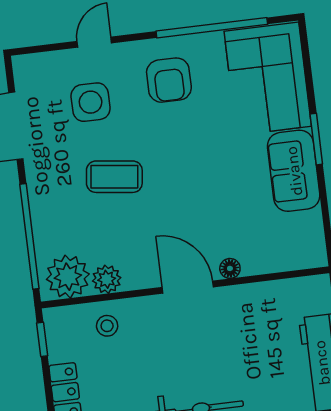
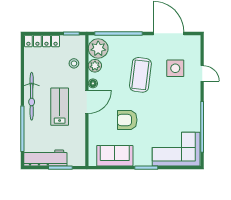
armchair: (169, 80) -> (127, 120), moved
sofa: (294, 171) -> (115, 156), moved
coffee table: (114, 177) -> (140, 75), width x1.36, depth x1.32
floor lamp: (230, 268) -> (93, 83), moved
lab bench: (206, 346) -> (60, 107), added

